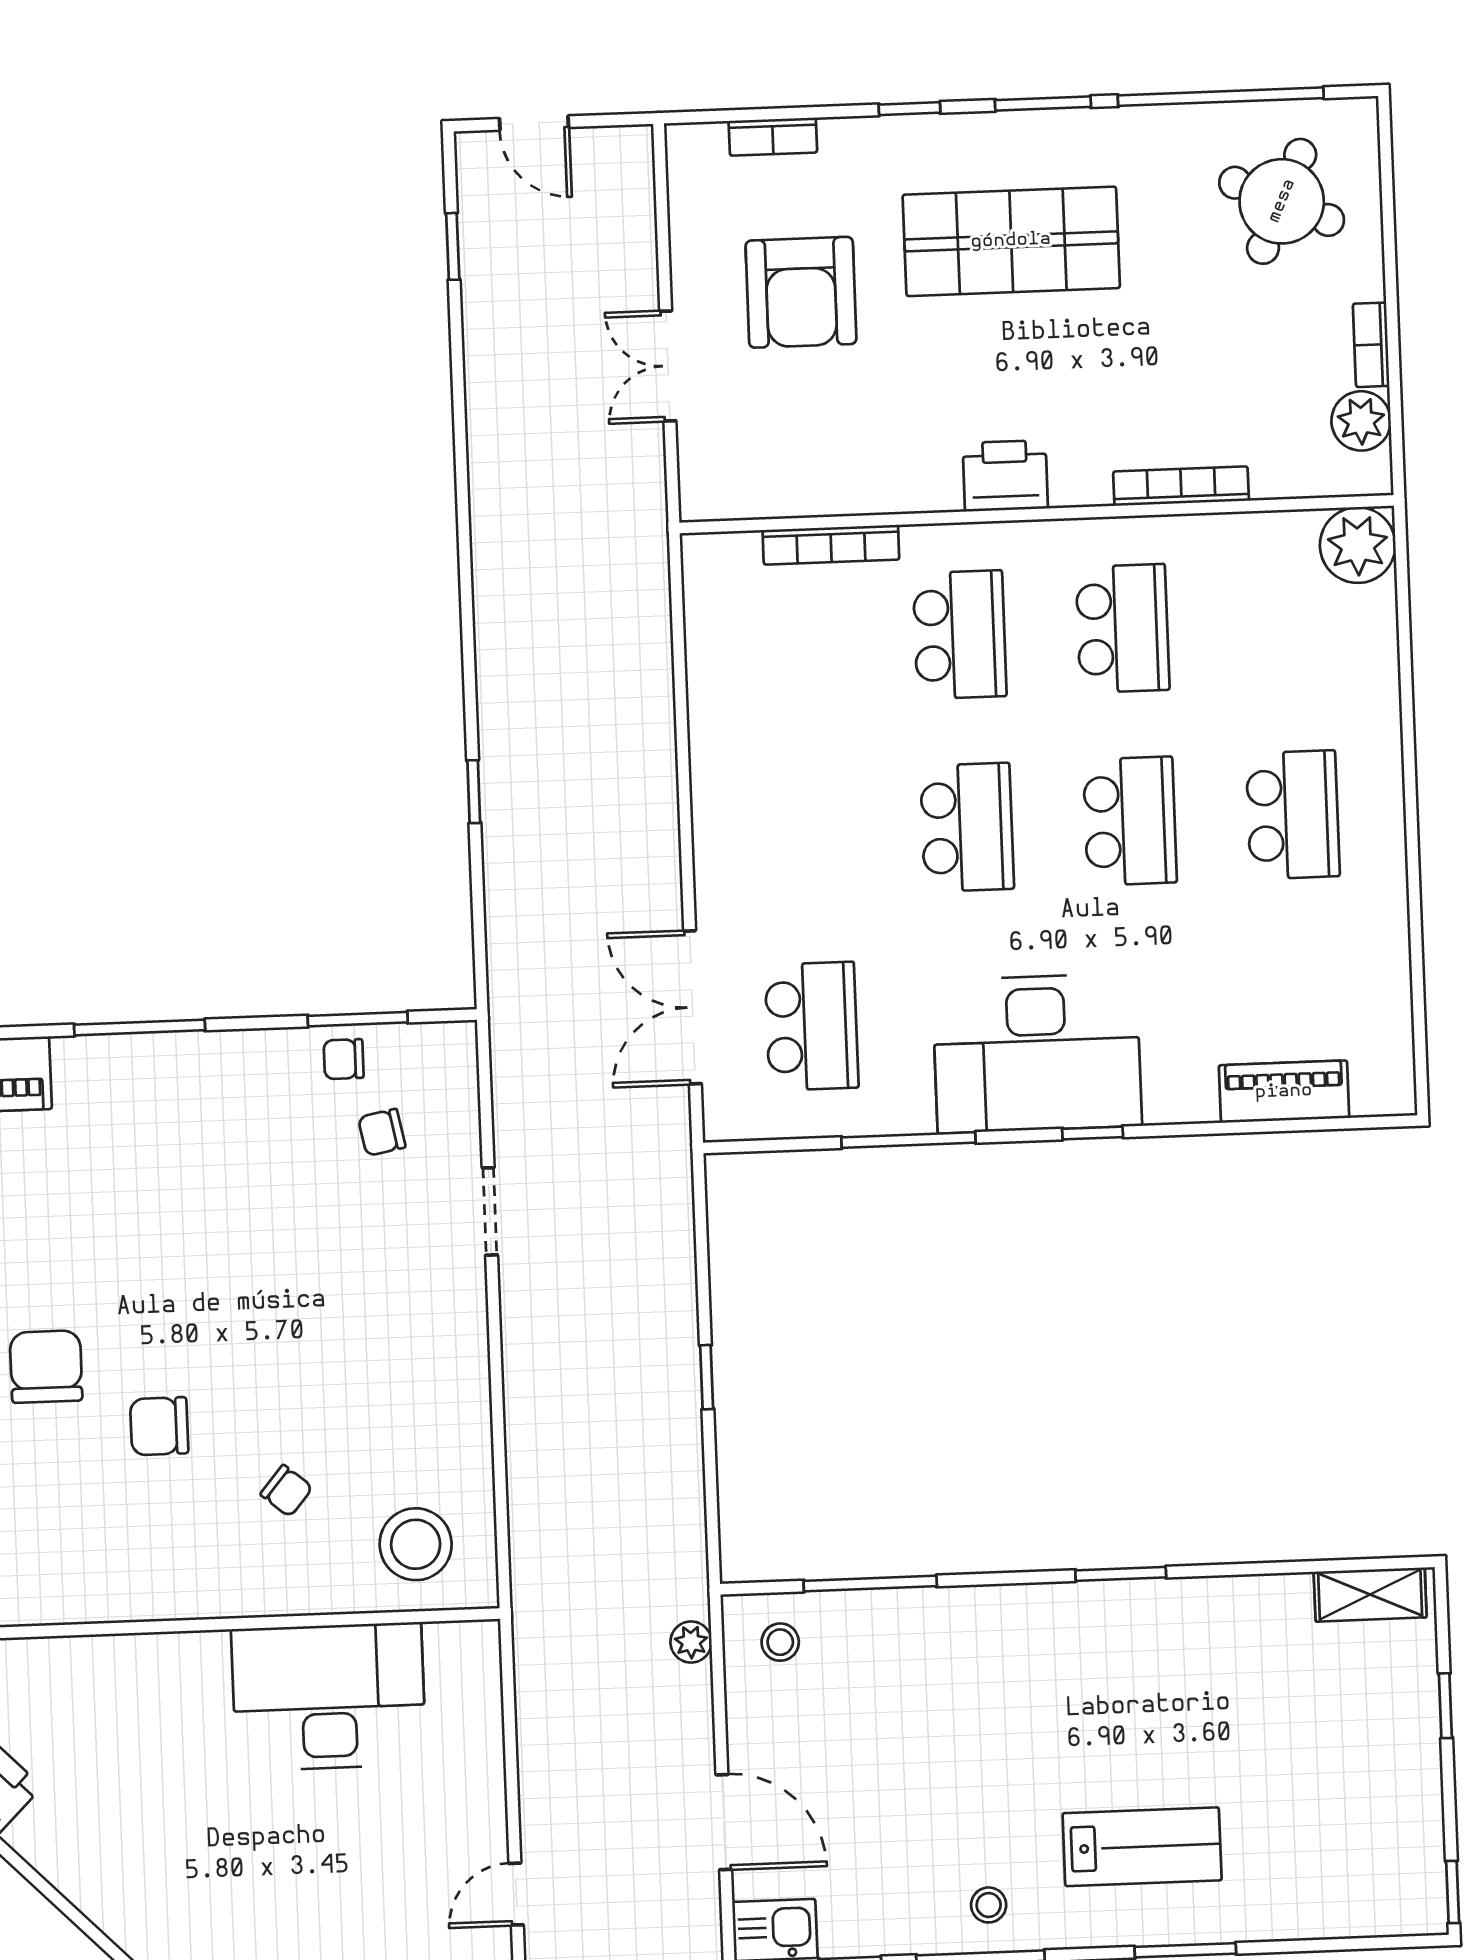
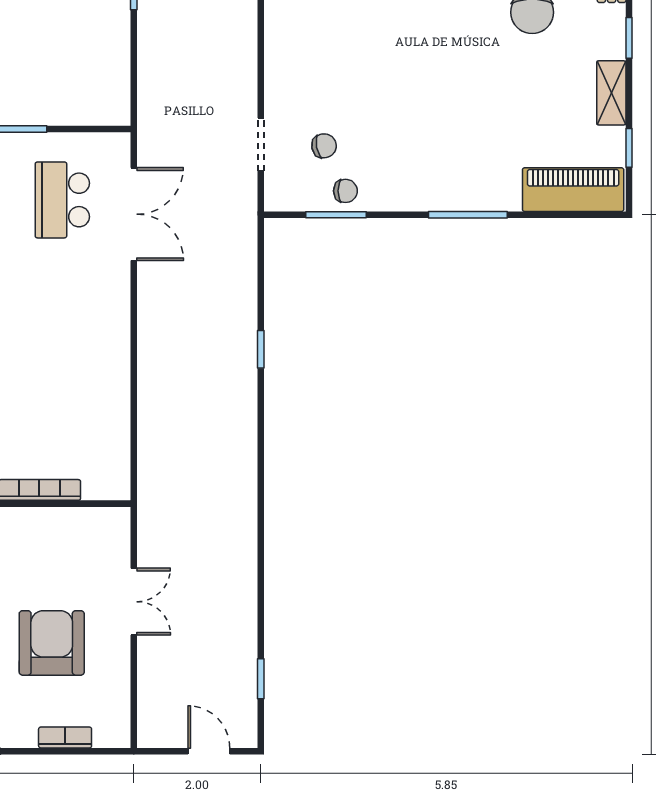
doorway: (490, 1211) -> (261, 145), moved

